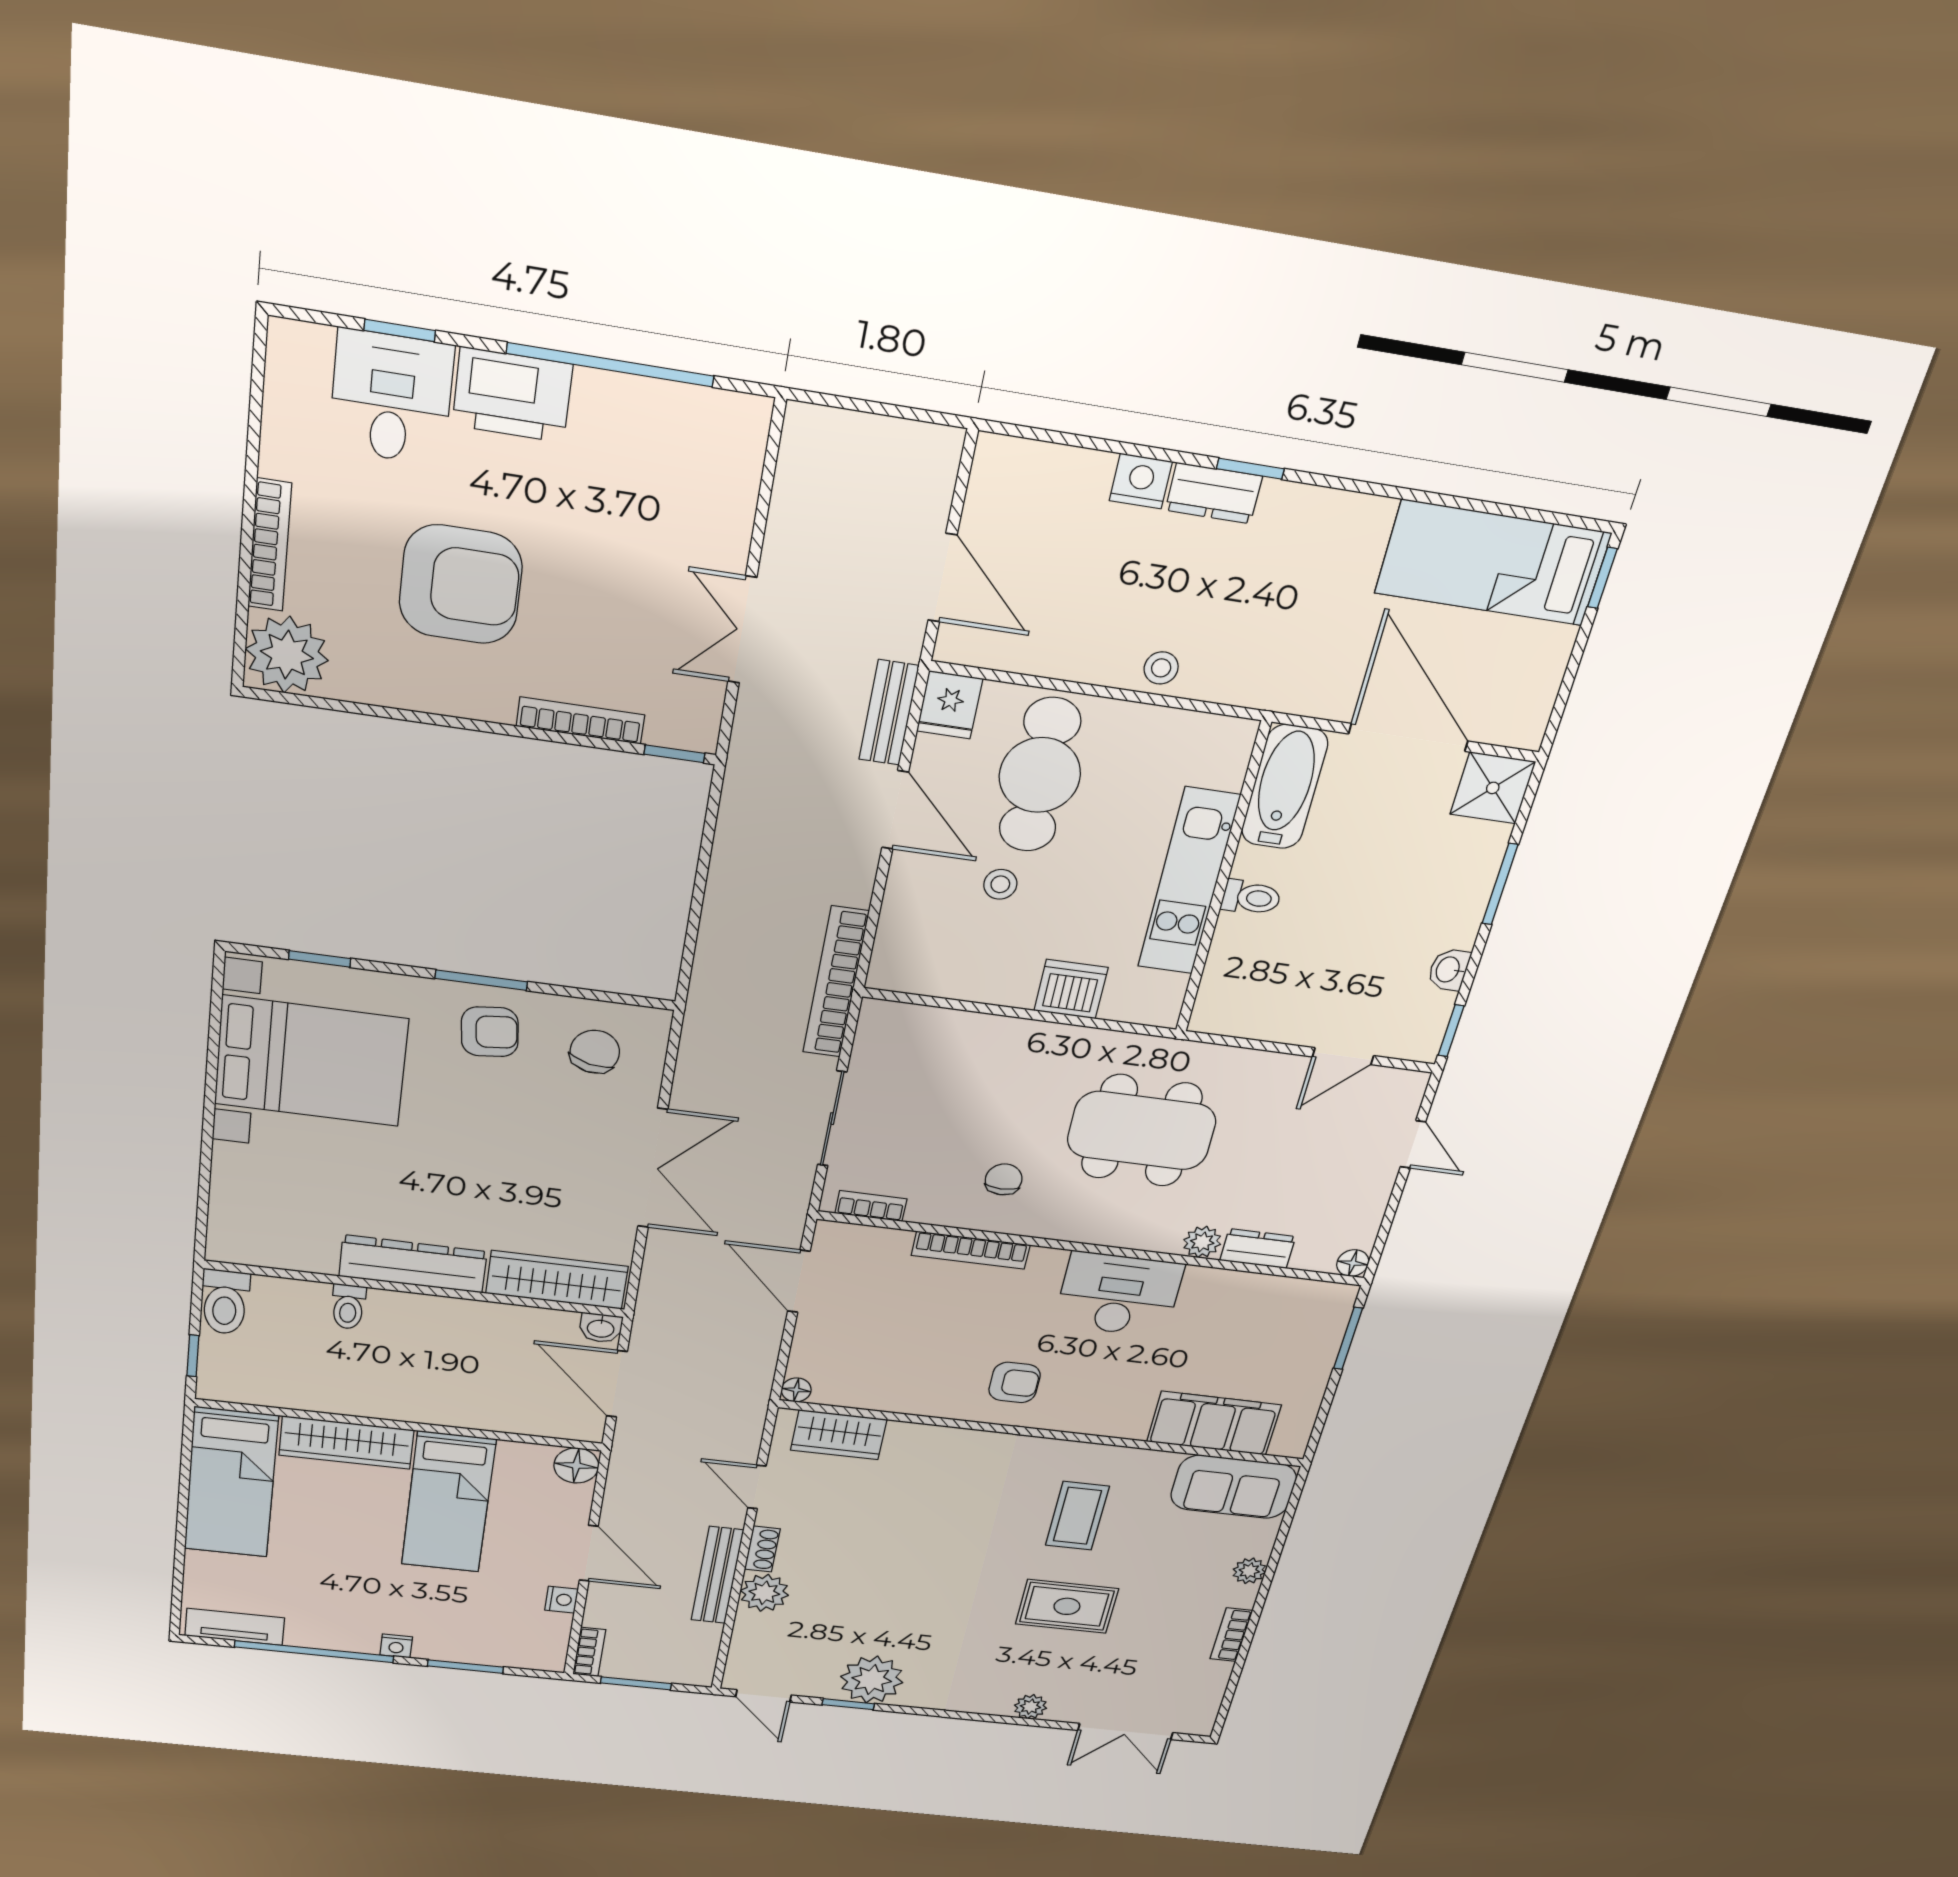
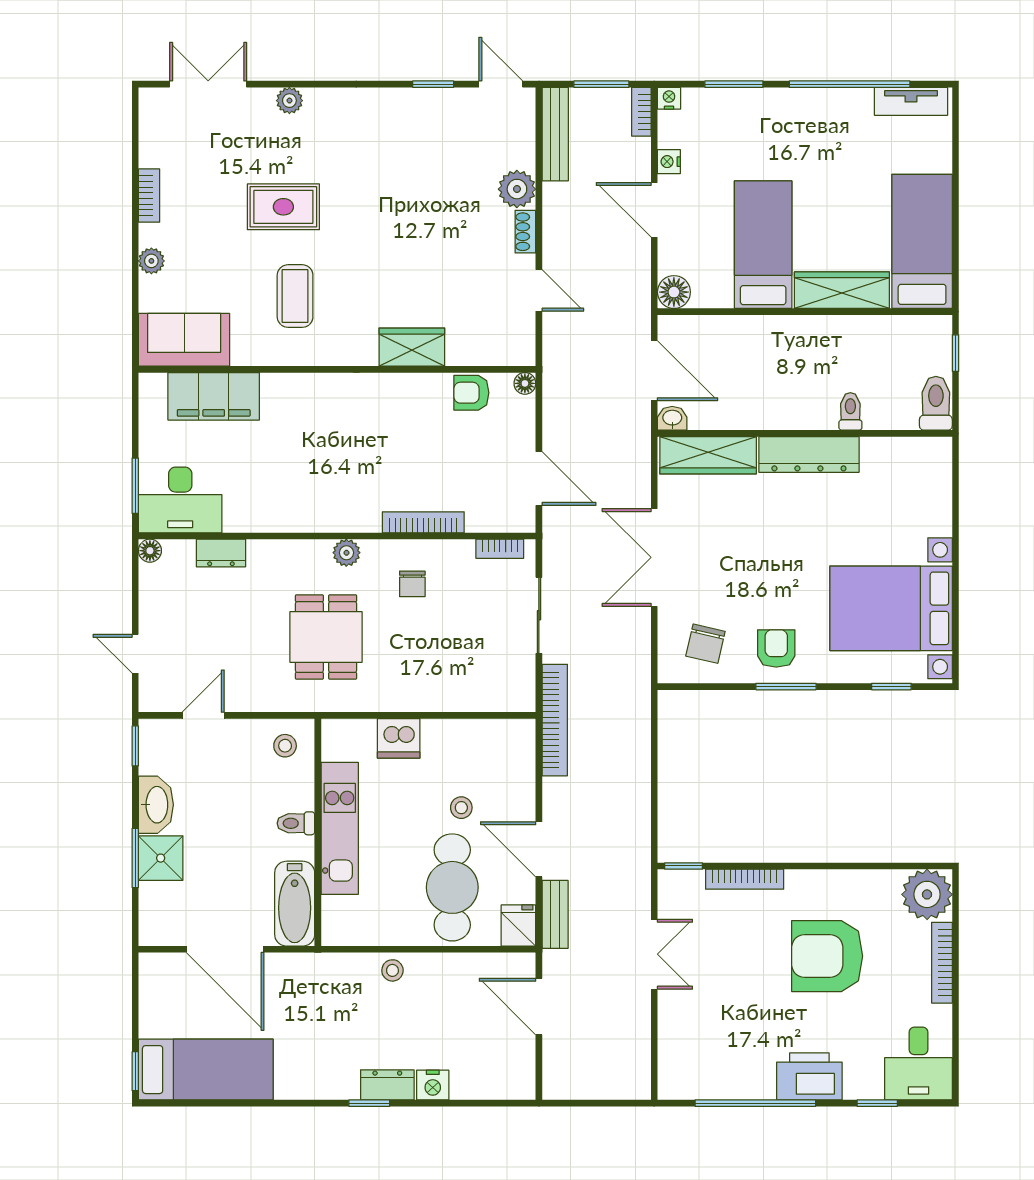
desk: (391, 397) -> (919, 1063), moved
shower: (1493, 788) -> (161, 858), moved
washbasin: (1449, 970) -> (156, 805), width x1.91, depth x1.45
stool: (1238, 1002) -> (285, 746), added
armchair: (490, 1032) -> (776, 649), turned 96
dining table: (1142, 1131) -> (326, 637), width x0.73
plant: (1202, 1242) -> (346, 553), moved
desk: (1119, 1294) -> (180, 500), moved
armchair: (1015, 1382) -> (471, 393), moved
wardrobe: (839, 1435) -> (412, 347), moved
bench: (717, 1575) -> (555, 134), moved
nightstand: (396, 1646) -> (669, 98), moved
plant: (872, 1680) -> (419, 112), removed

